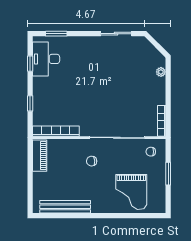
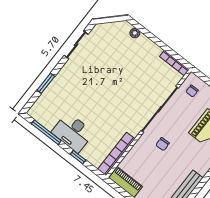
window: (56, 34) -> (46, 83), moved
desk: (46, 59) -> (73, 132), moved
window: (30, 64) -> (46, 132), width x2.17

